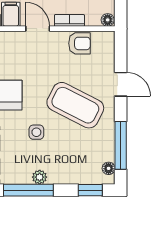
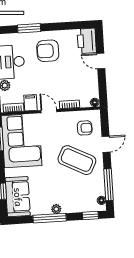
armchair: (79, 43) -> (85, 128), moved
door: (121, 84) -> (106, 144), hinge flipped
side table: (36, 132) -> (52, 179), removed

